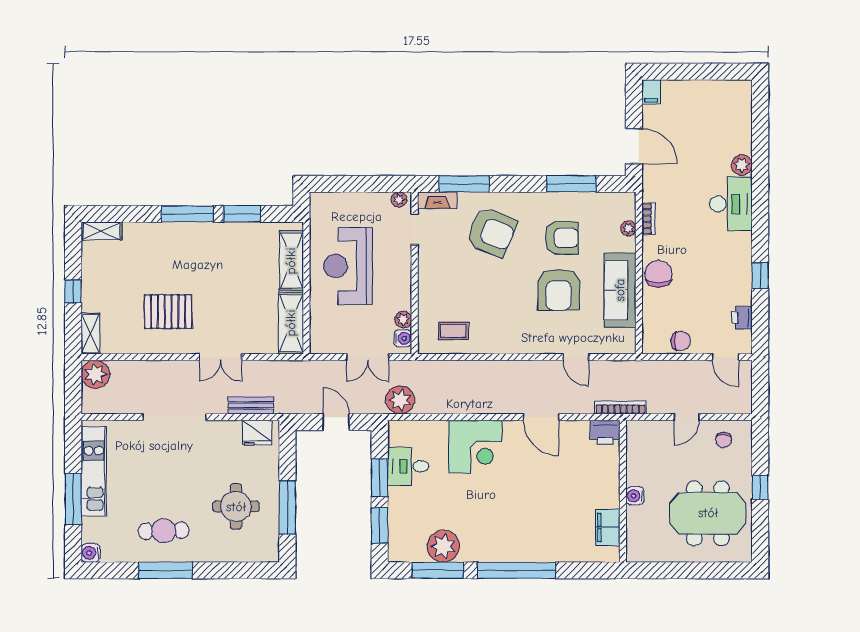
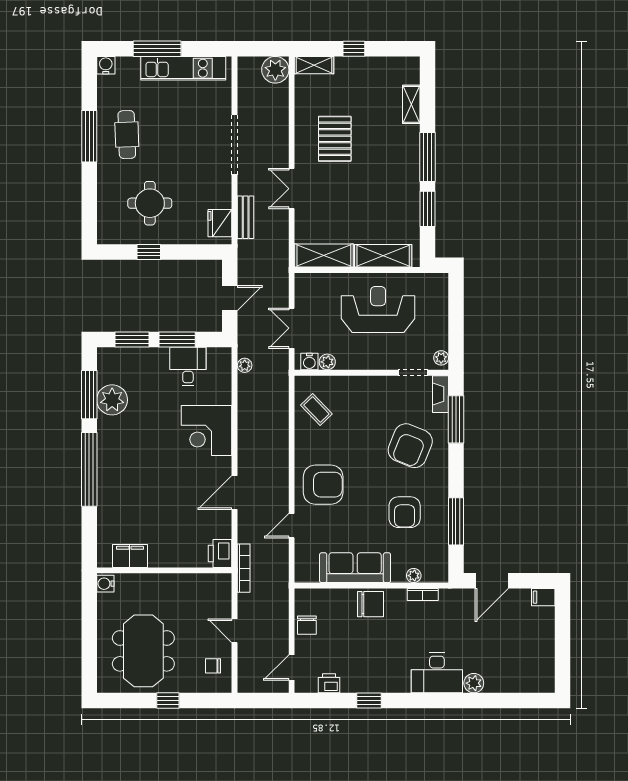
shelving: (101, 231) -> (411, 104), moved
armchair: (559, 290) -> (323, 485), moved, turned 180
coffee table: (453, 331) -> (316, 410), turned -44
plant: (400, 400) -> (245, 365), width x0.53, depth x0.53
water cooler: (635, 496) -> (105, 584), moved, turned -90
window: (287, 508) -> (149, 252), width x0.46

